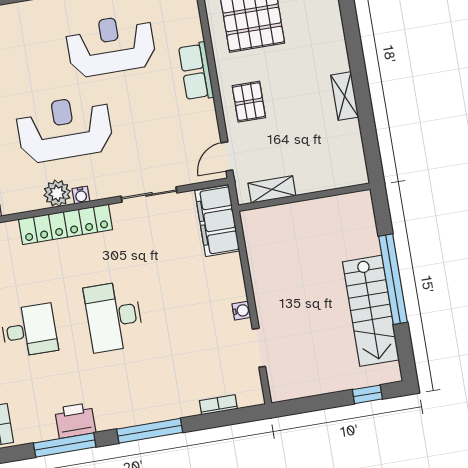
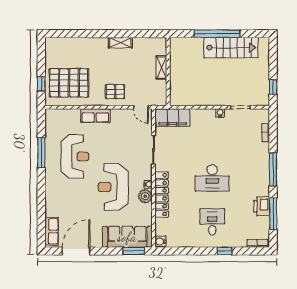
reception desk: (111, 45) -> (75, 157), turned 180
shelving: (272, 189) -> (161, 67), moved
window: (367, 394) -> (273, 87), moved

